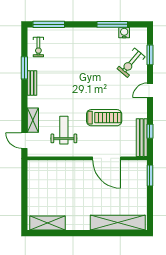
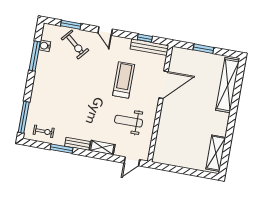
shelving: (33, 120) -> (102, 148), moved
window: (150, 176) -> (203, 49), moved

